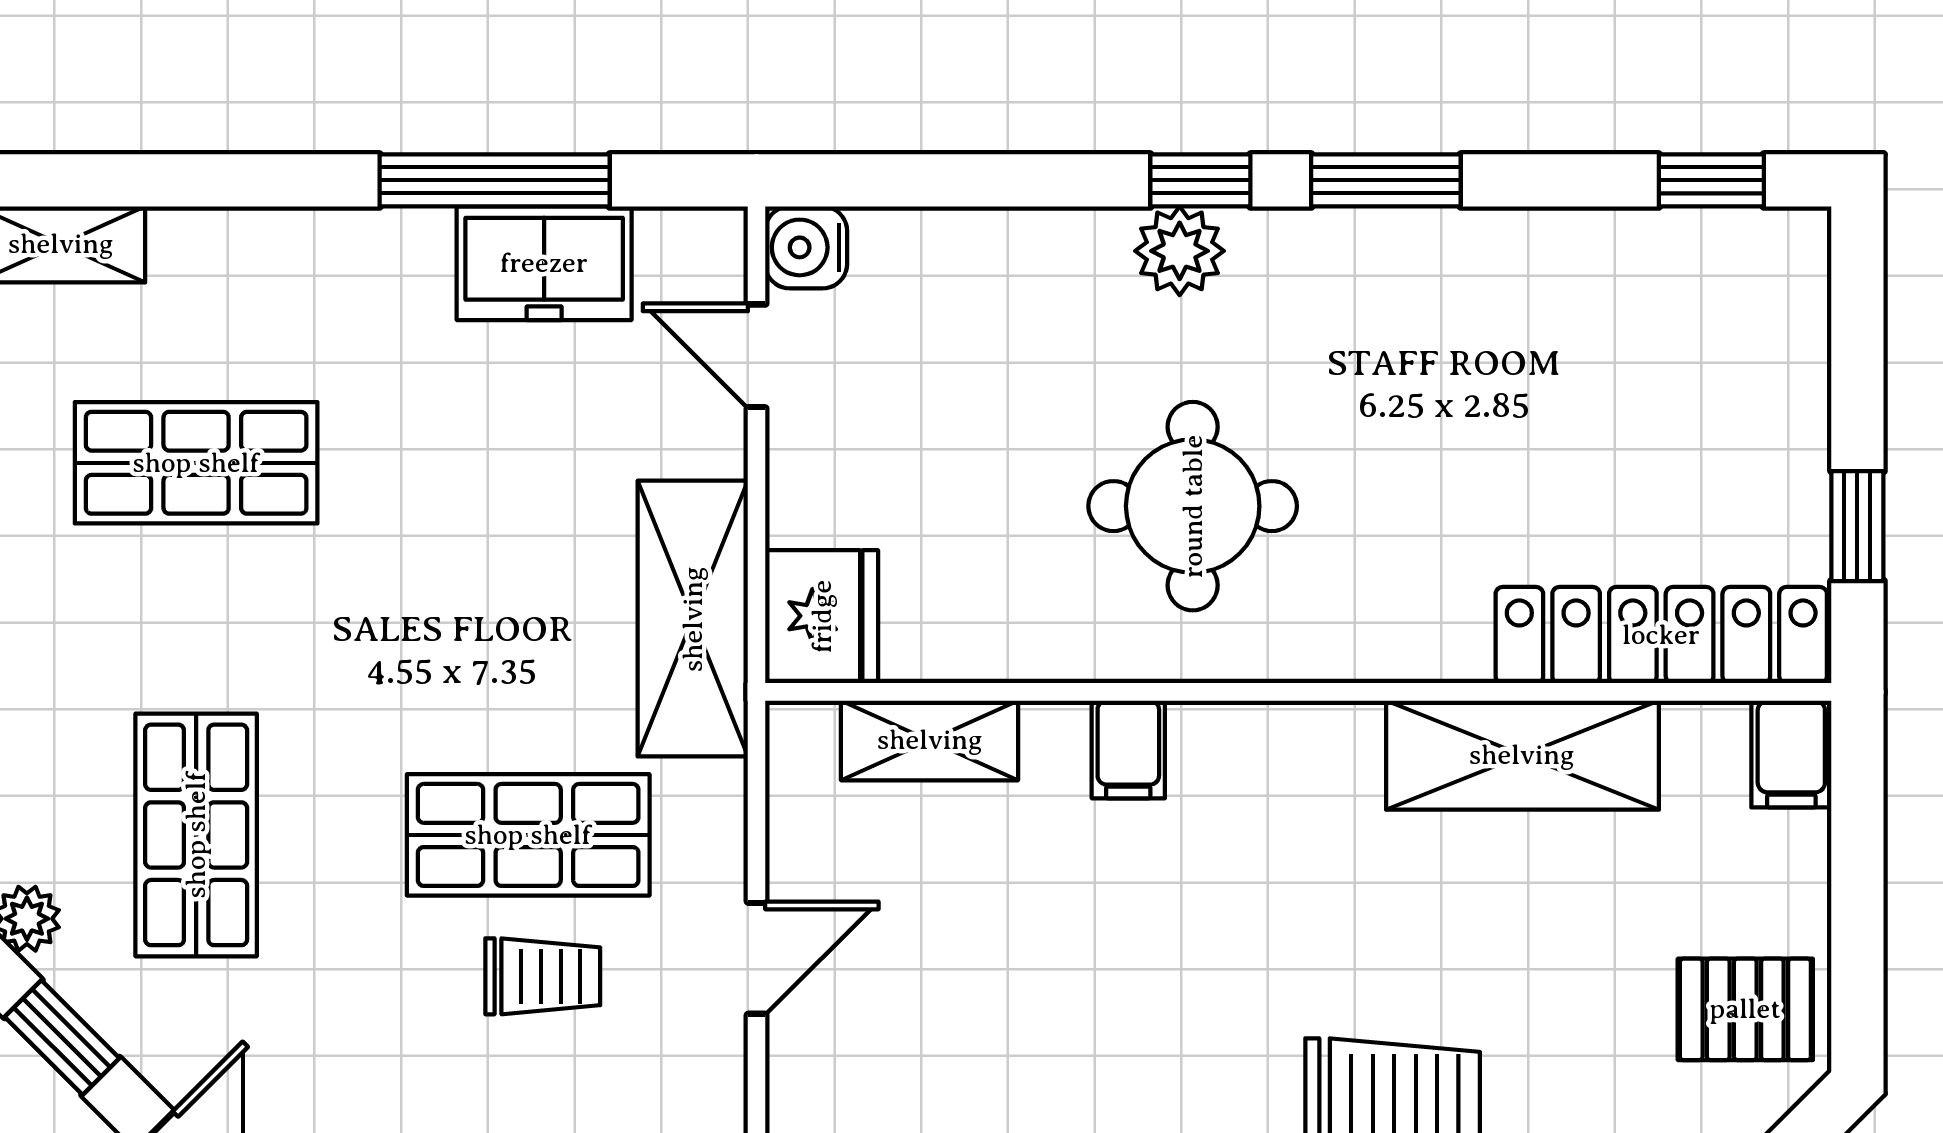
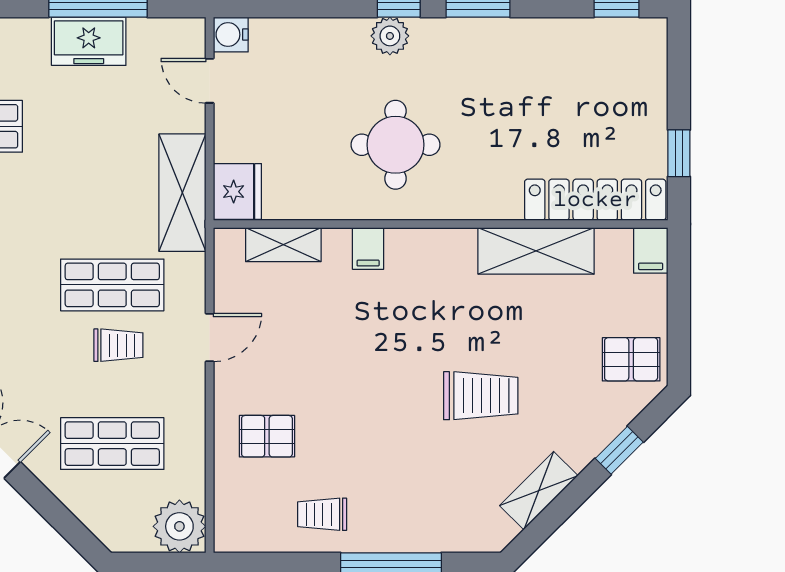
freezer: (544, 263) -> (89, 41), moved

